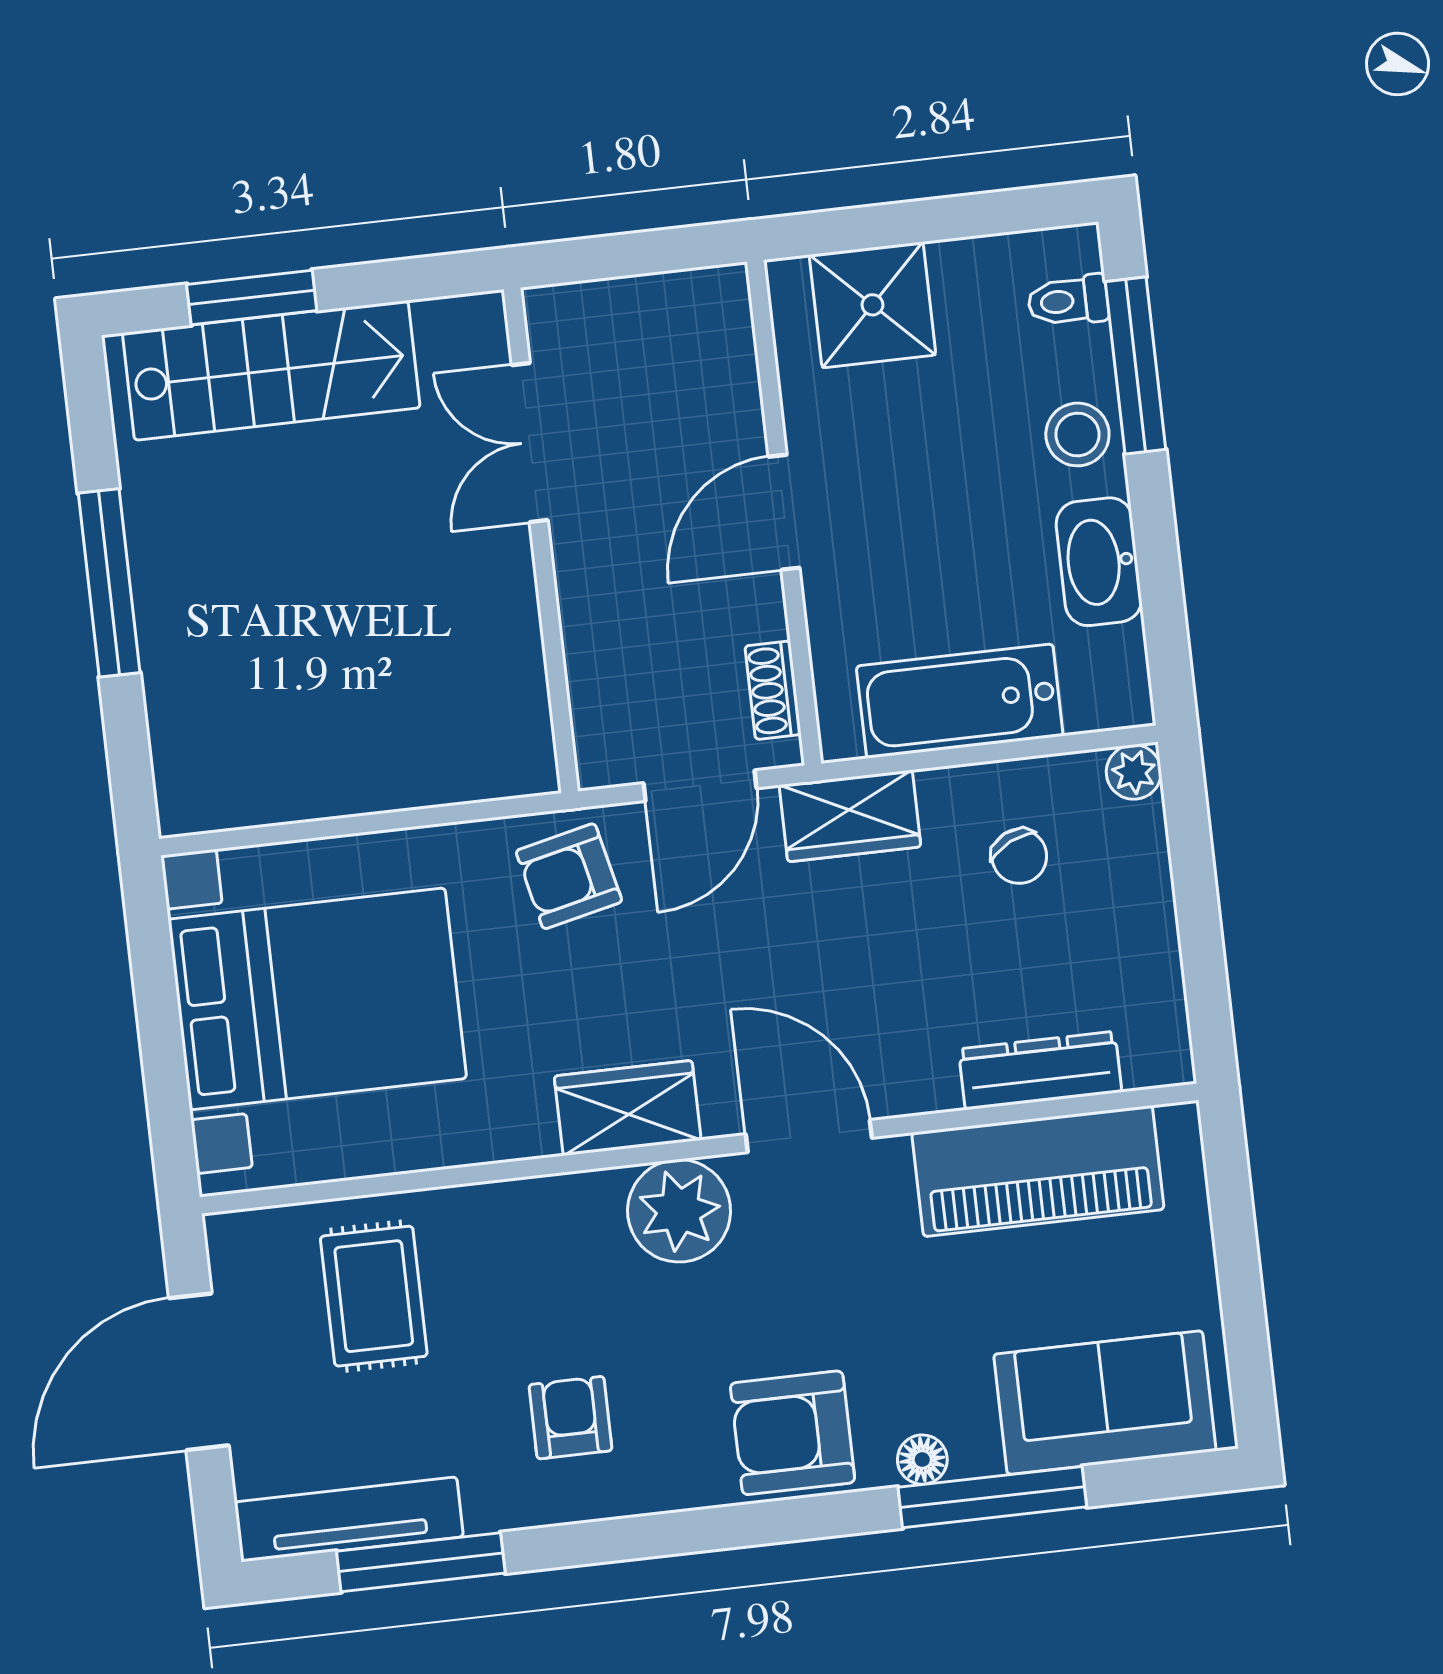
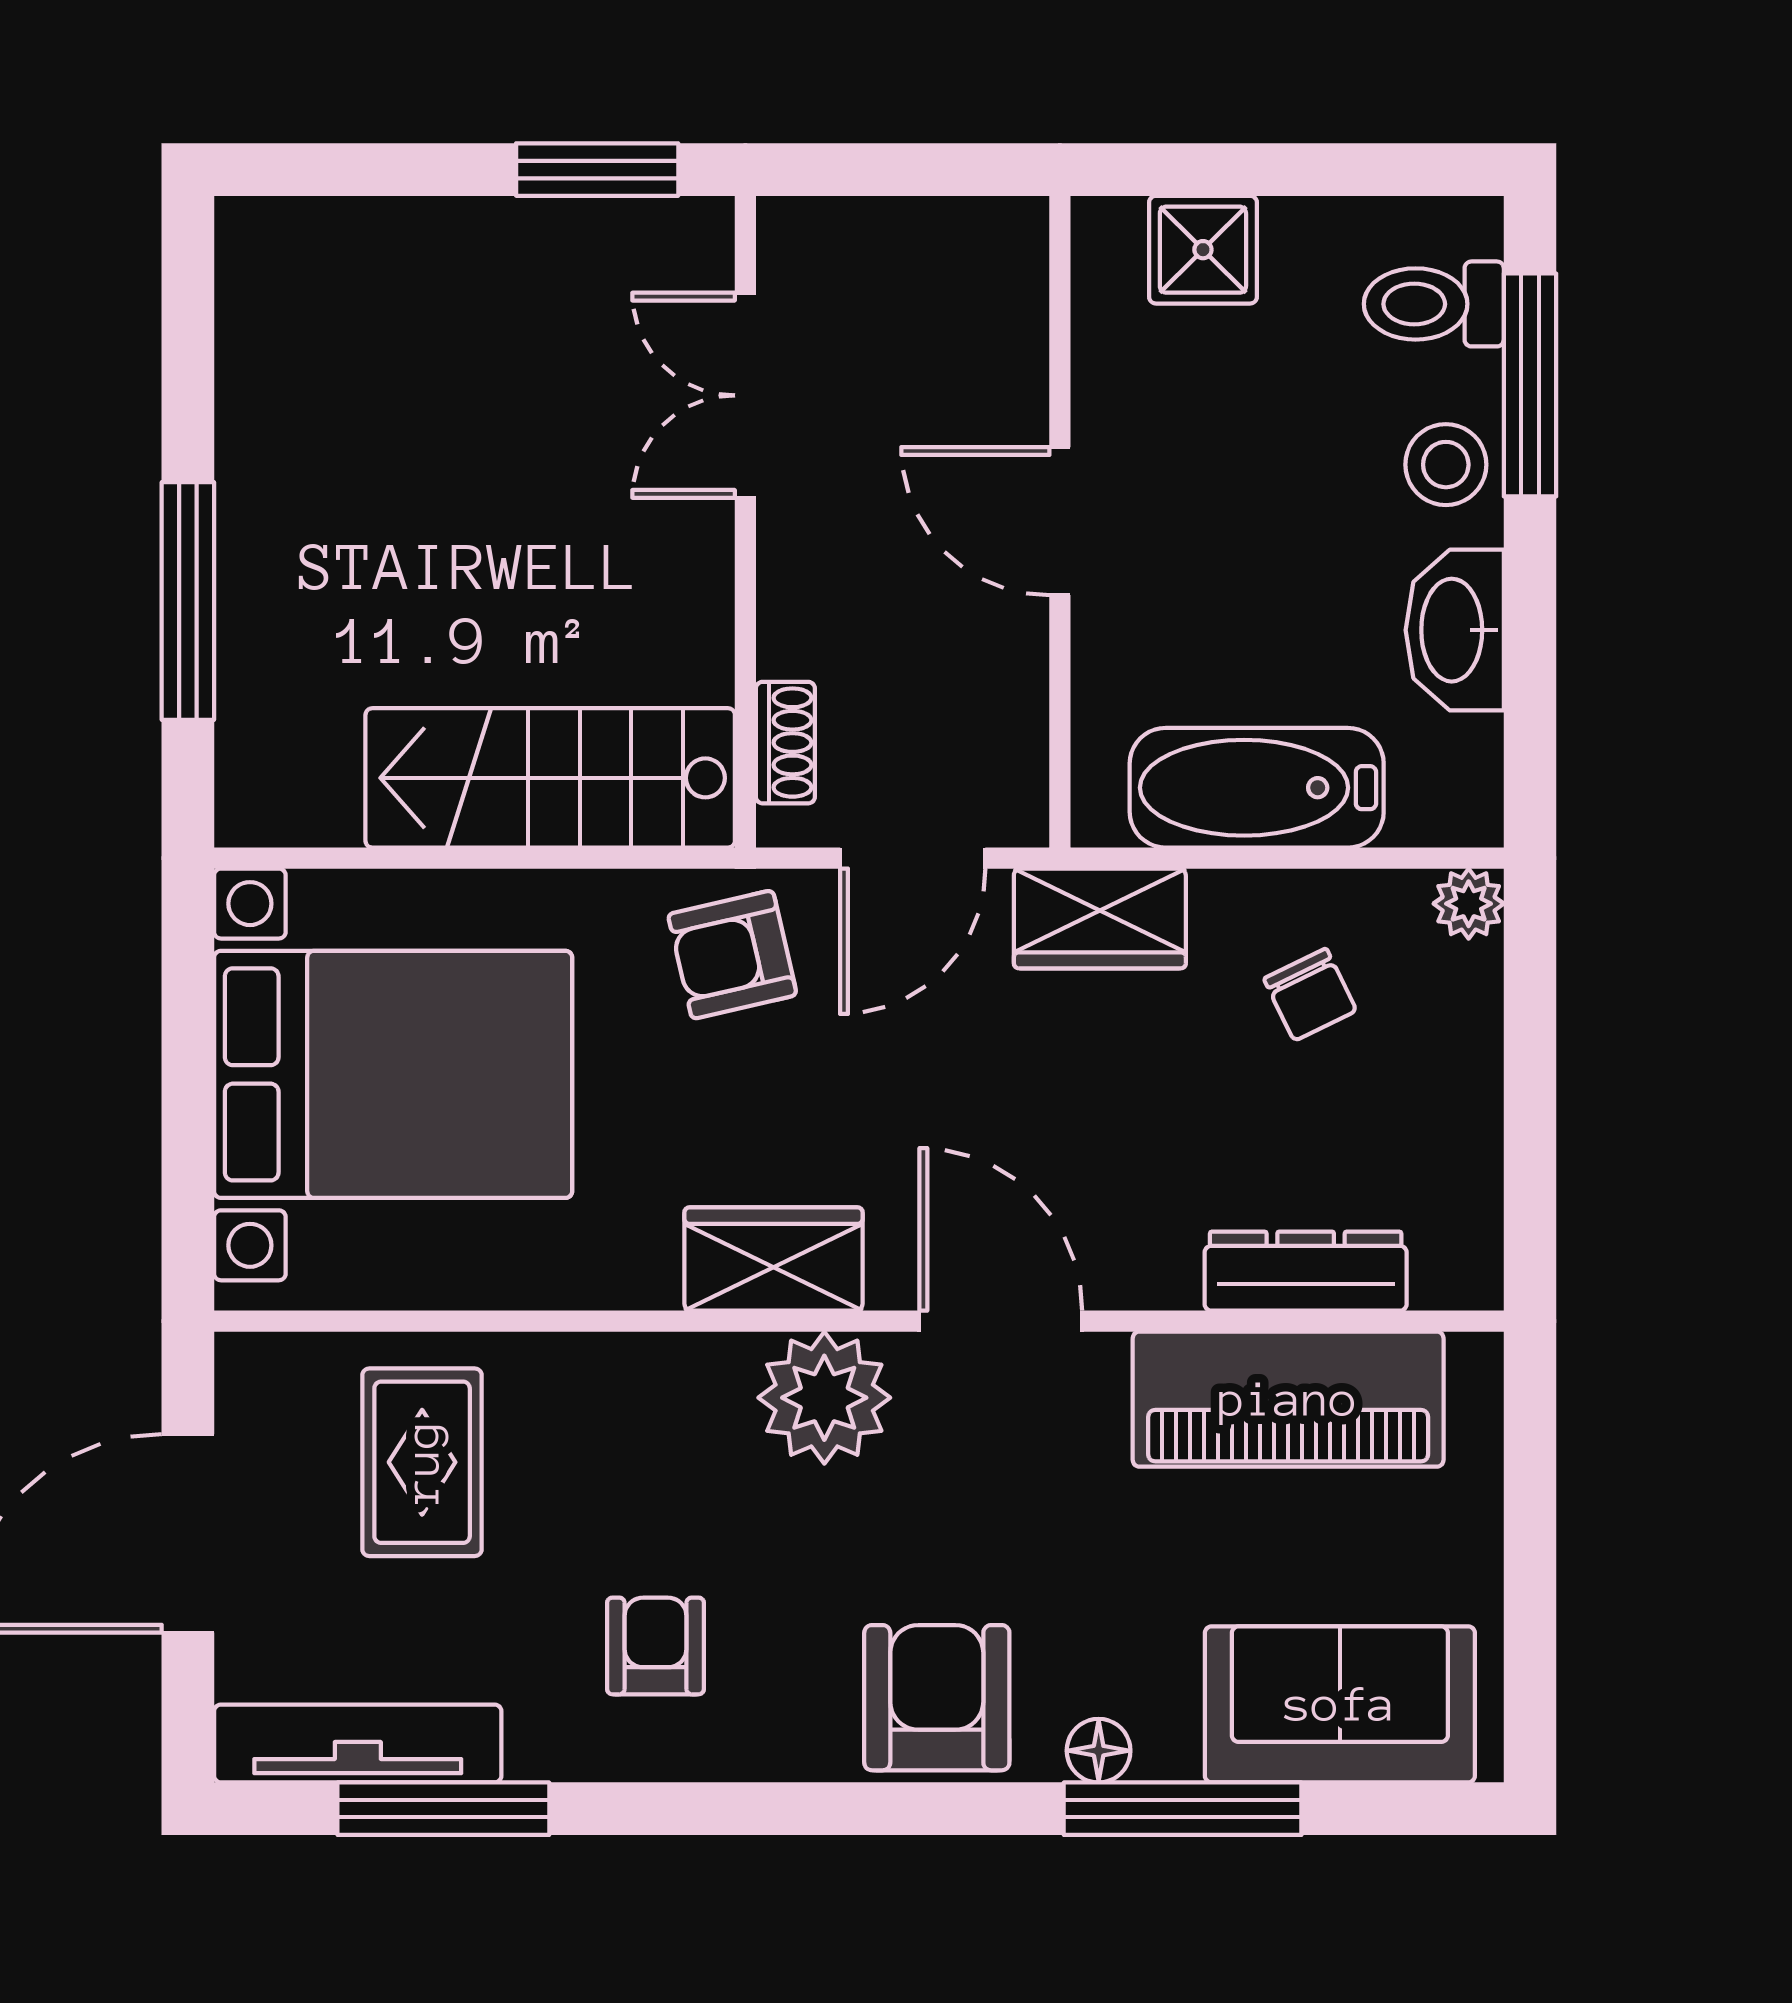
window: (252, 297) -> (597, 170), moved
toilet: (1068, 301) -> (1434, 304), width x1.37, depth x1.39
shower: (872, 305) -> (1203, 250), width x0.73, depth x0.73
stairs: (271, 370) -> (550, 778), moved, turned 180
door: (784, 512) -> (1060, 521), hinge flipped
window: (109, 583) -> (188, 601), moved
shoe rack: (773, 690) -> (785, 743), moved, turned 180
armchair: (793, 1433) -> (937, 1698), turned 90

